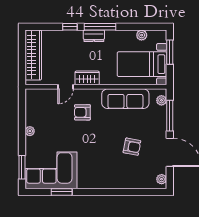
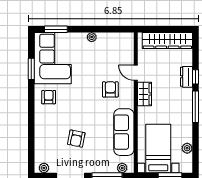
dresser: (94, 36) -> (186, 77), moved
armchair: (90, 174) -> (49, 97), added

